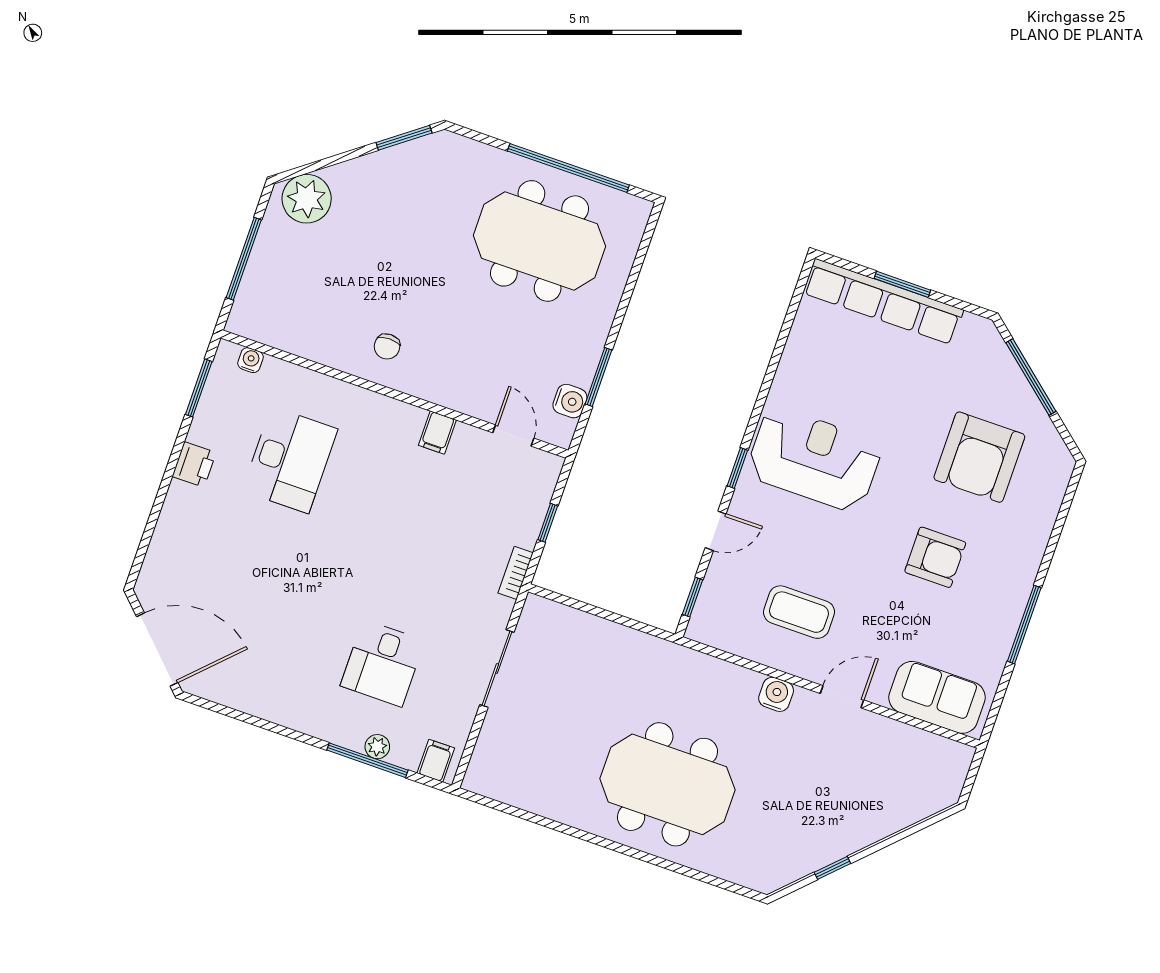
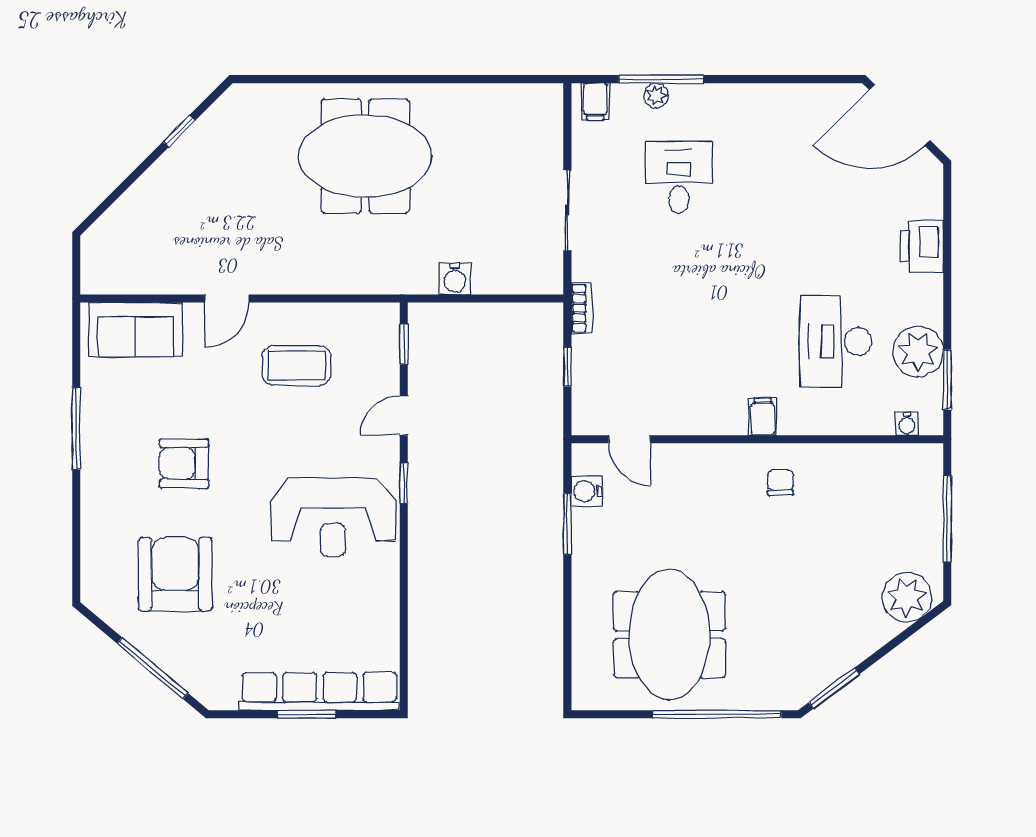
window: (568, 168) -> (717, 714), moved
meeting table: (539, 241) -> (669, 635), turned 90
plant: (217, 424) -> (918, 352), added
filing cabinet: (437, 433) -> (763, 417), moved
printer: (194, 465) -> (922, 247), moved, width x1.36, depth x1.24
water cooler: (776, 694) -> (455, 279), moved

